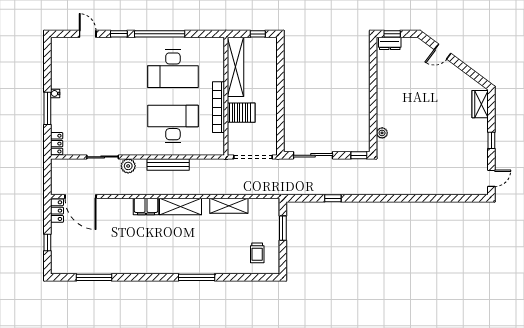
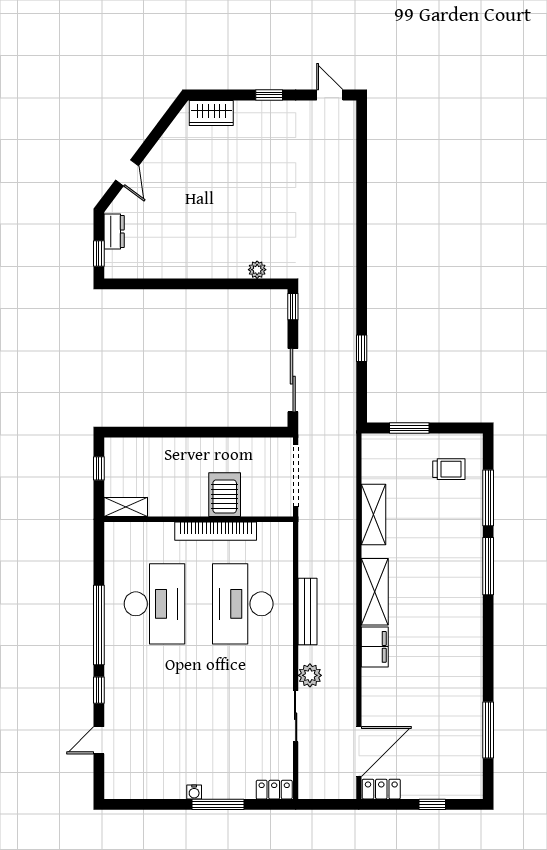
dresser: (390, 43) -> (114, 232), moved
shelving: (236, 67) -> (126, 507), width x0.45, depth x0.75
window: (239, 277) -> (488, 498), added

